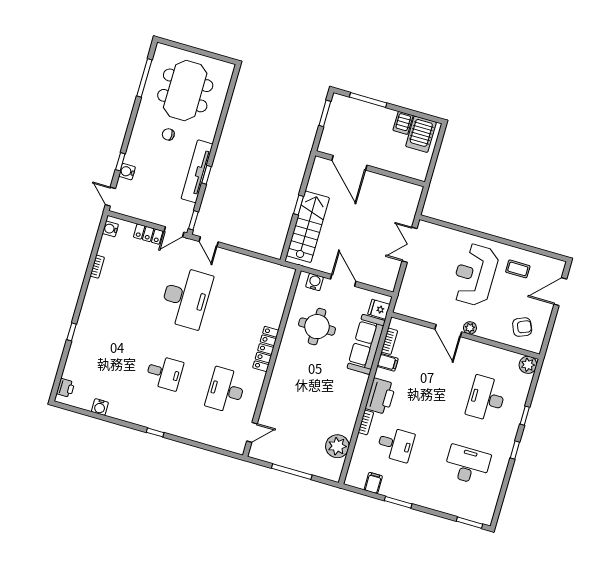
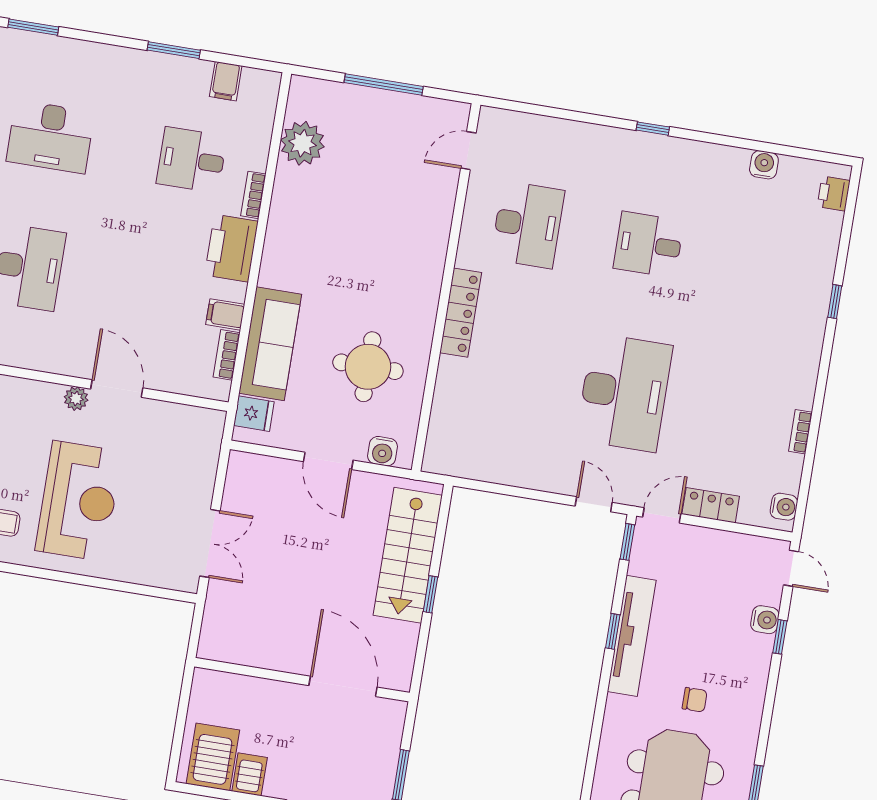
desk: (186, 298) -> (624, 393), turned 180

